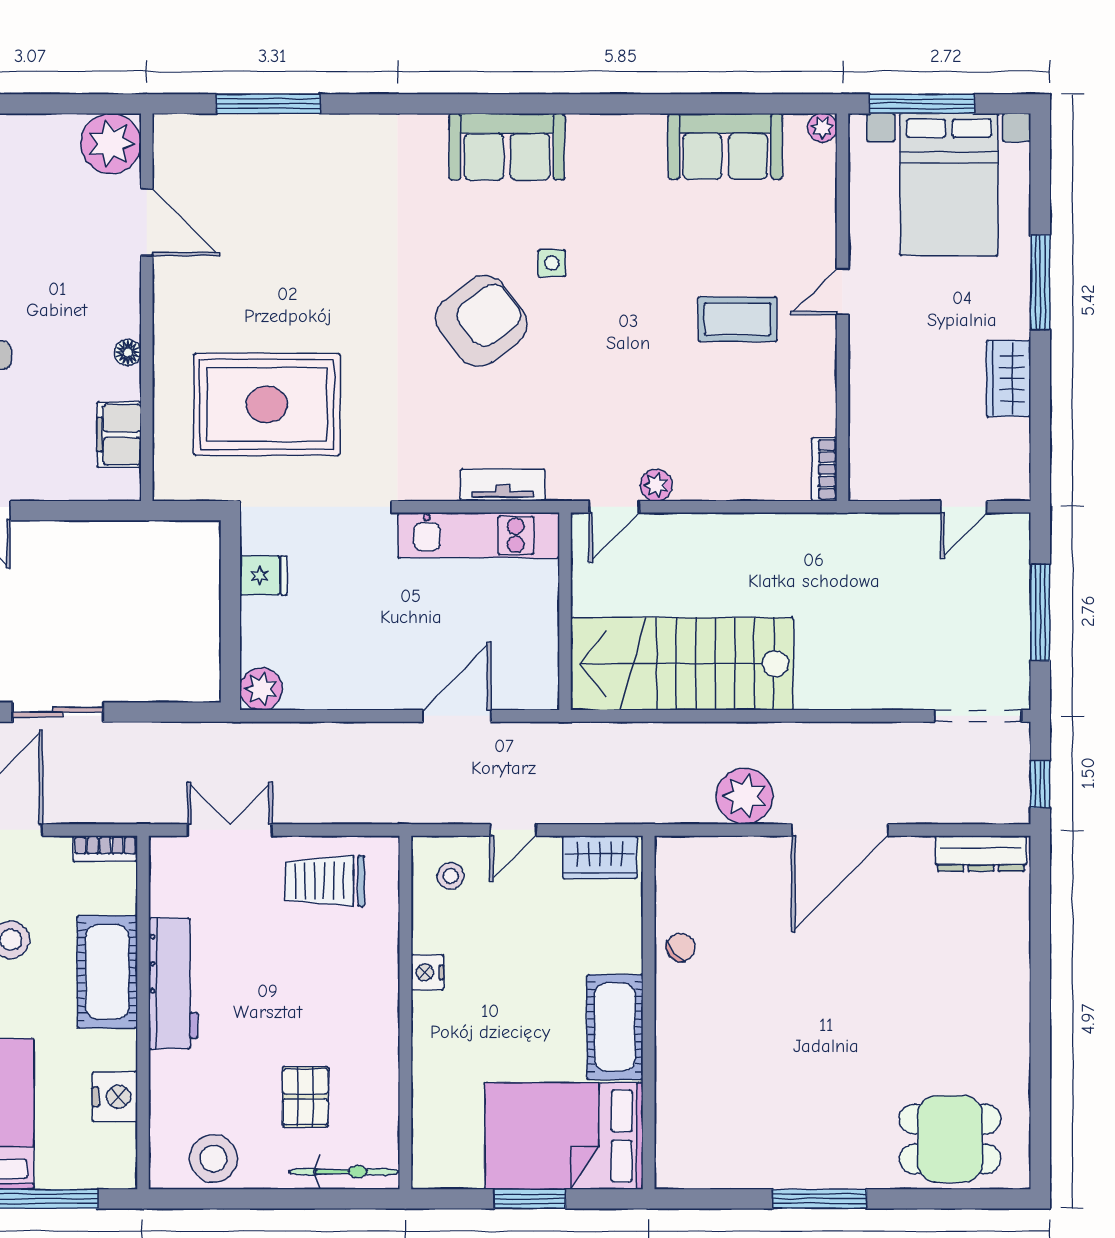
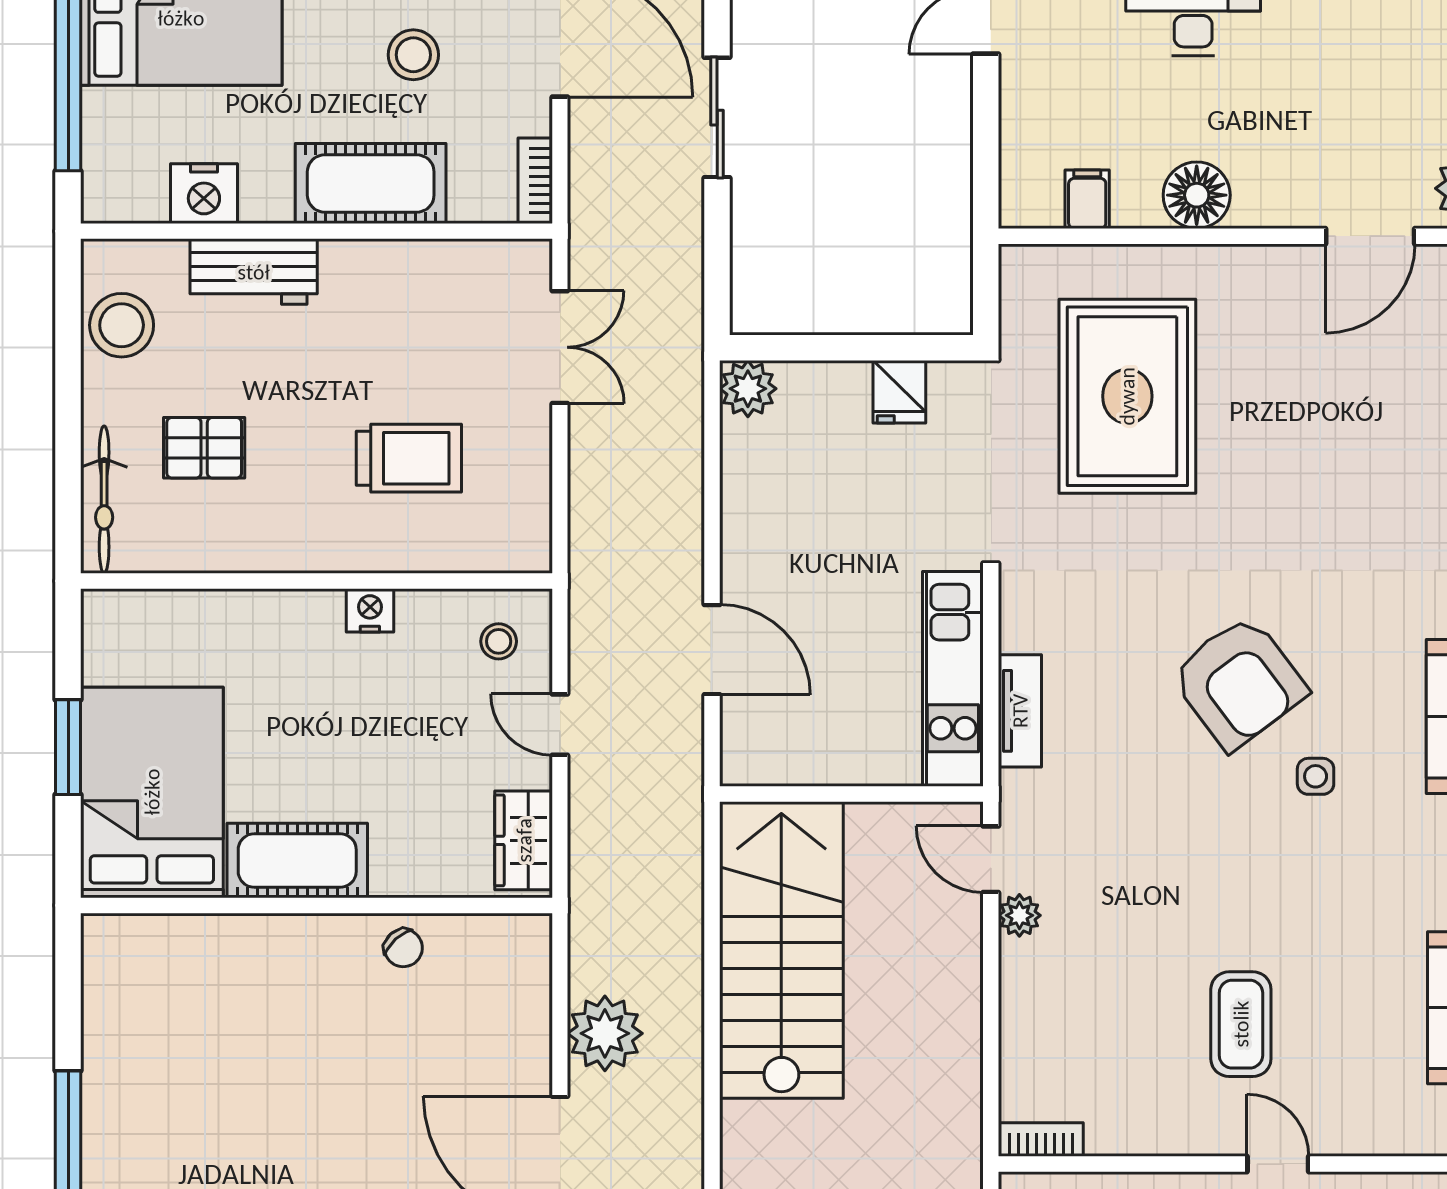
floor lamp: (128, 352) -> (1197, 195), width x1.89, depth x1.89
filing cabinet: (119, 435) -> (1087, 199), width x0.50
trolley: (325, 881) -> (409, 458), moved, turned 90
workbench: (173, 984) -> (254, 272), moved, width x0.73

